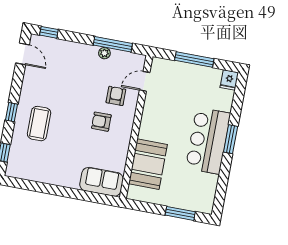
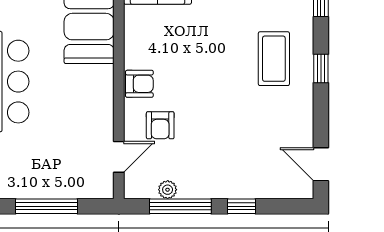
window: (49, 32) -> (241, 206), moved
plant: (104, 53) -> (168, 190), moved
armchair: (101, 122) -> (139, 84), moved

